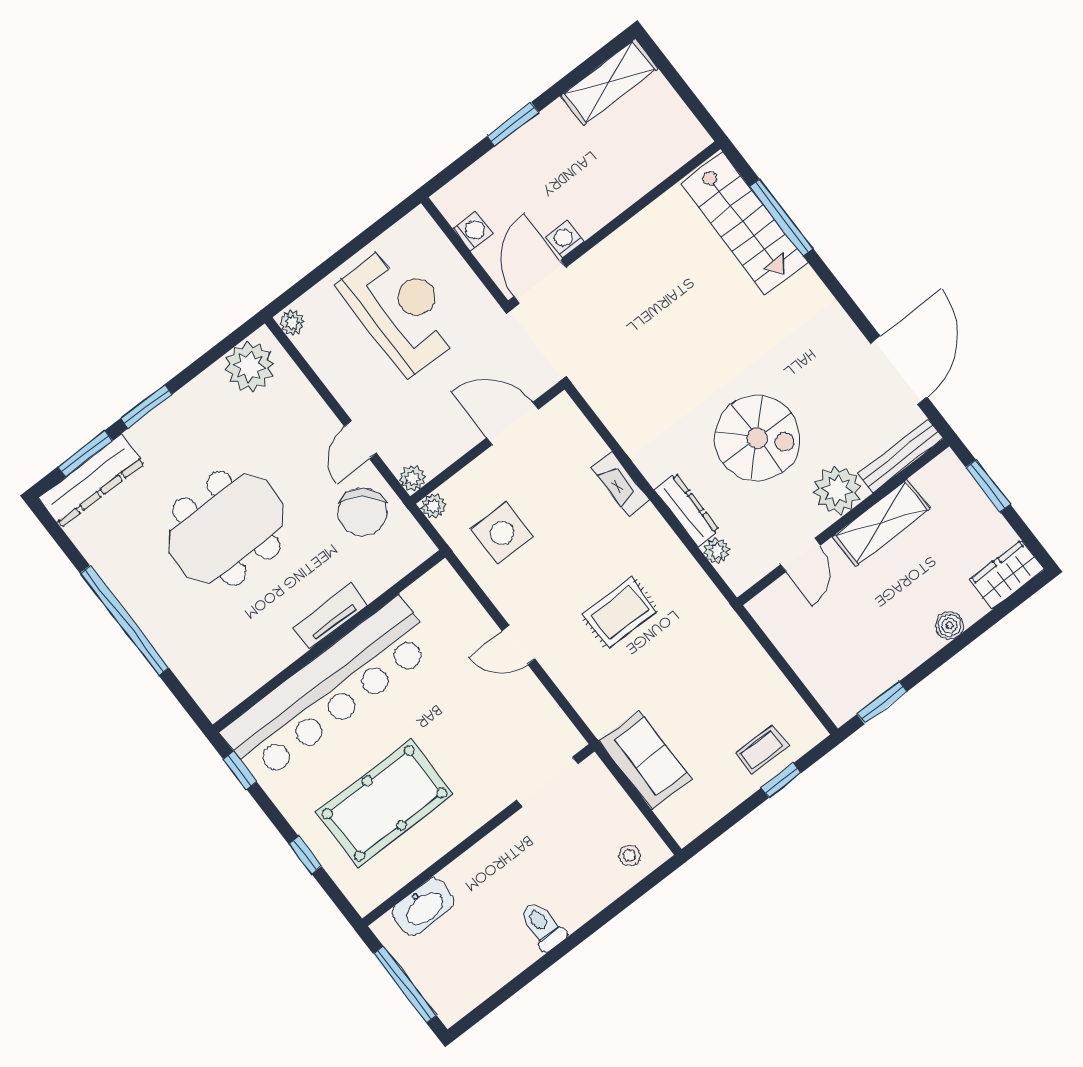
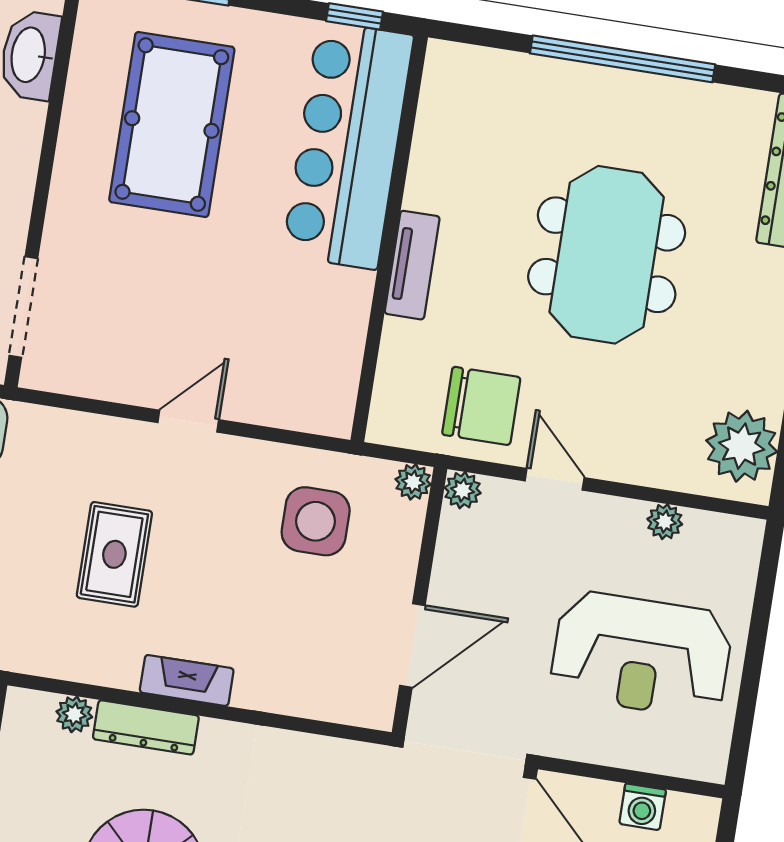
plant: (292, 323) -> (665, 522), moved
fireplace: (620, 484) -> (187, 680), moved
chair: (363, 512) -> (481, 406), turned 142
bar counter: (329, 690) -> (348, 145), width x0.73

